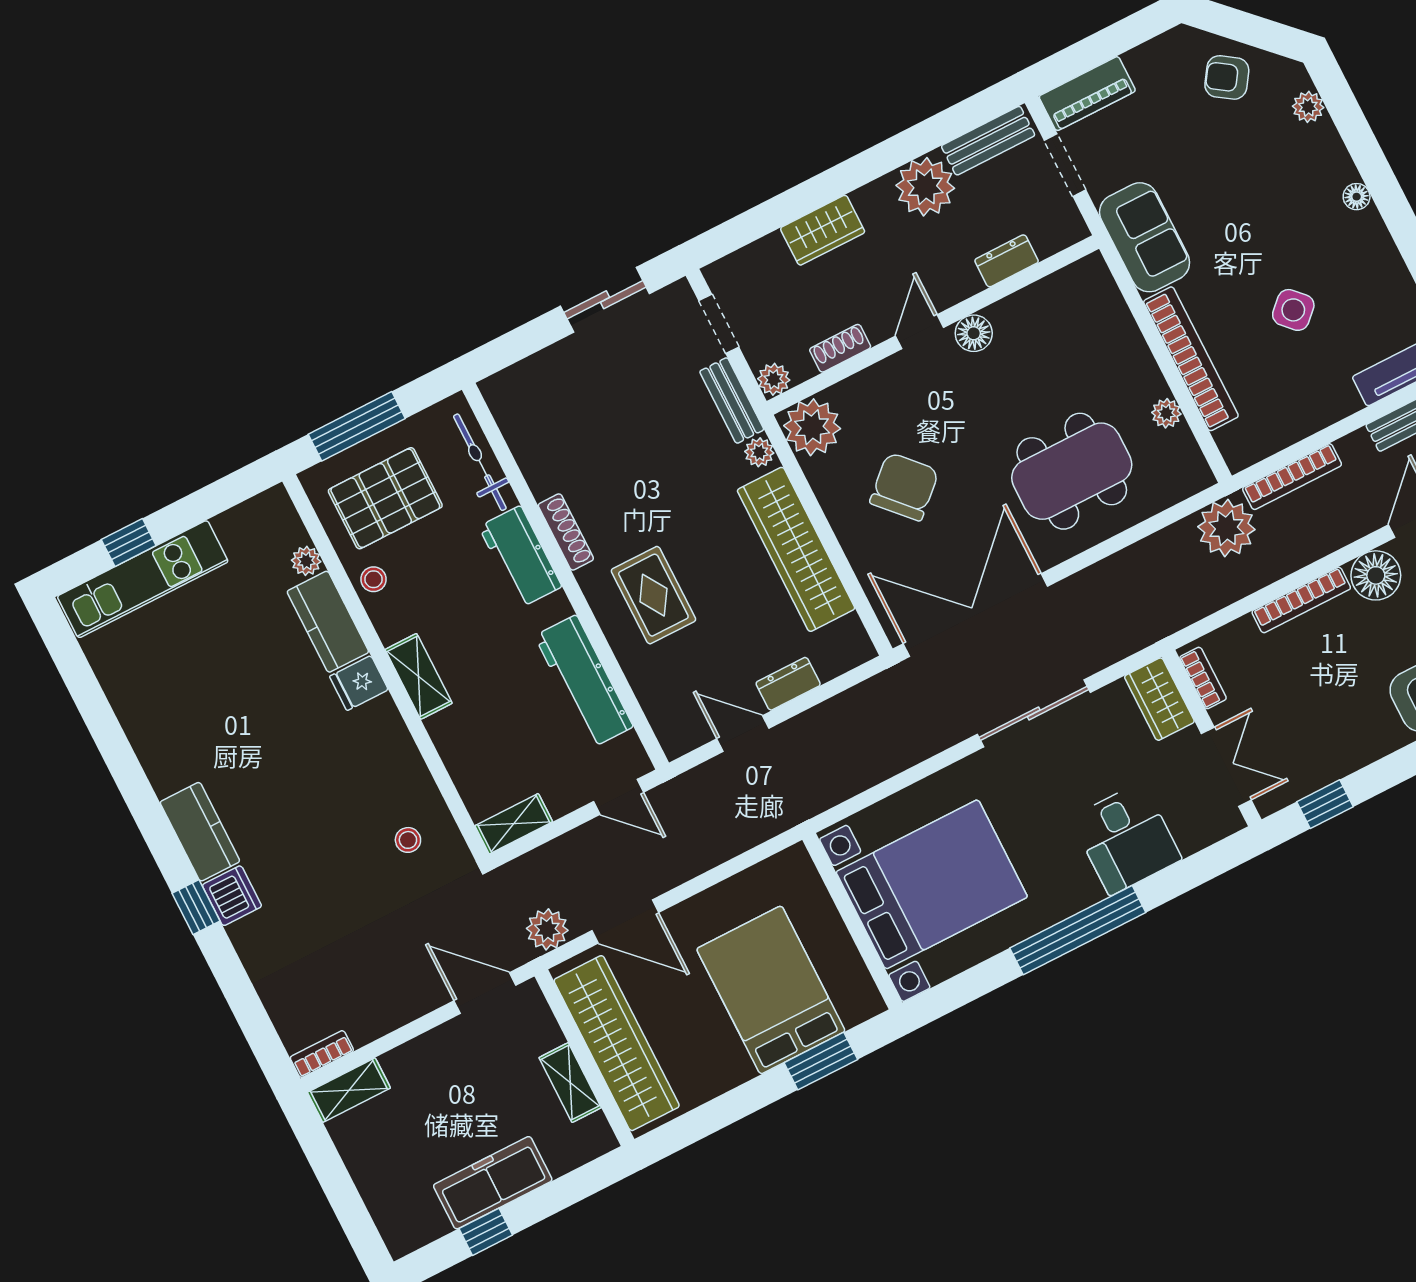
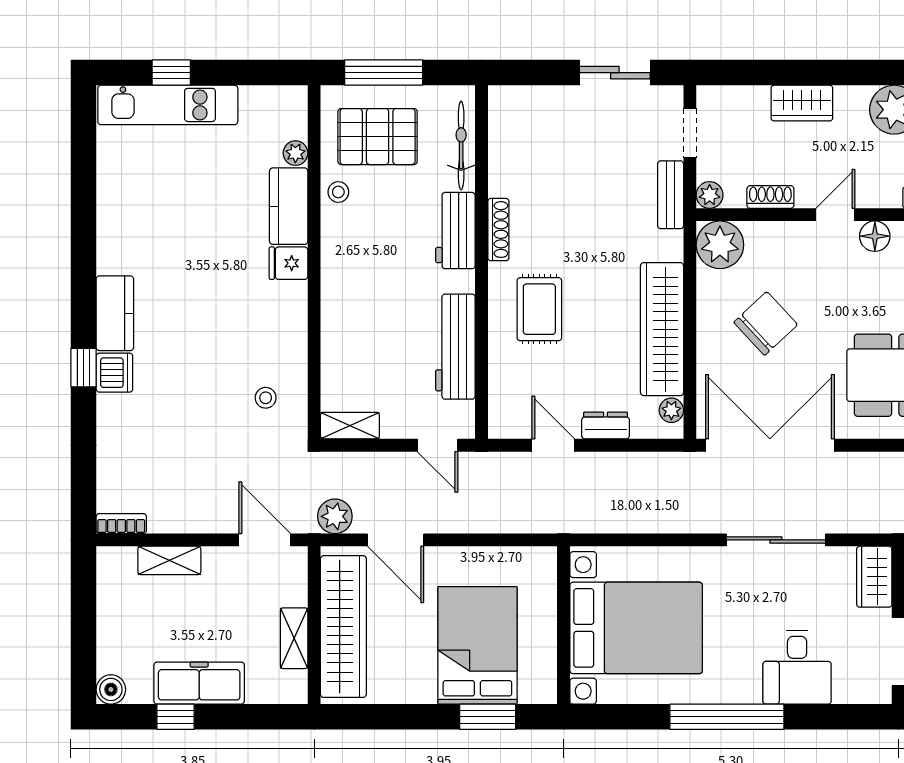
plant: (759, 452) -> (671, 410), moved
shelving: (419, 676) -> (335, 281), removed
shelving: (349, 1090) -> (169, 560), moved
boiler: (401, 1238) -> (111, 689), added

